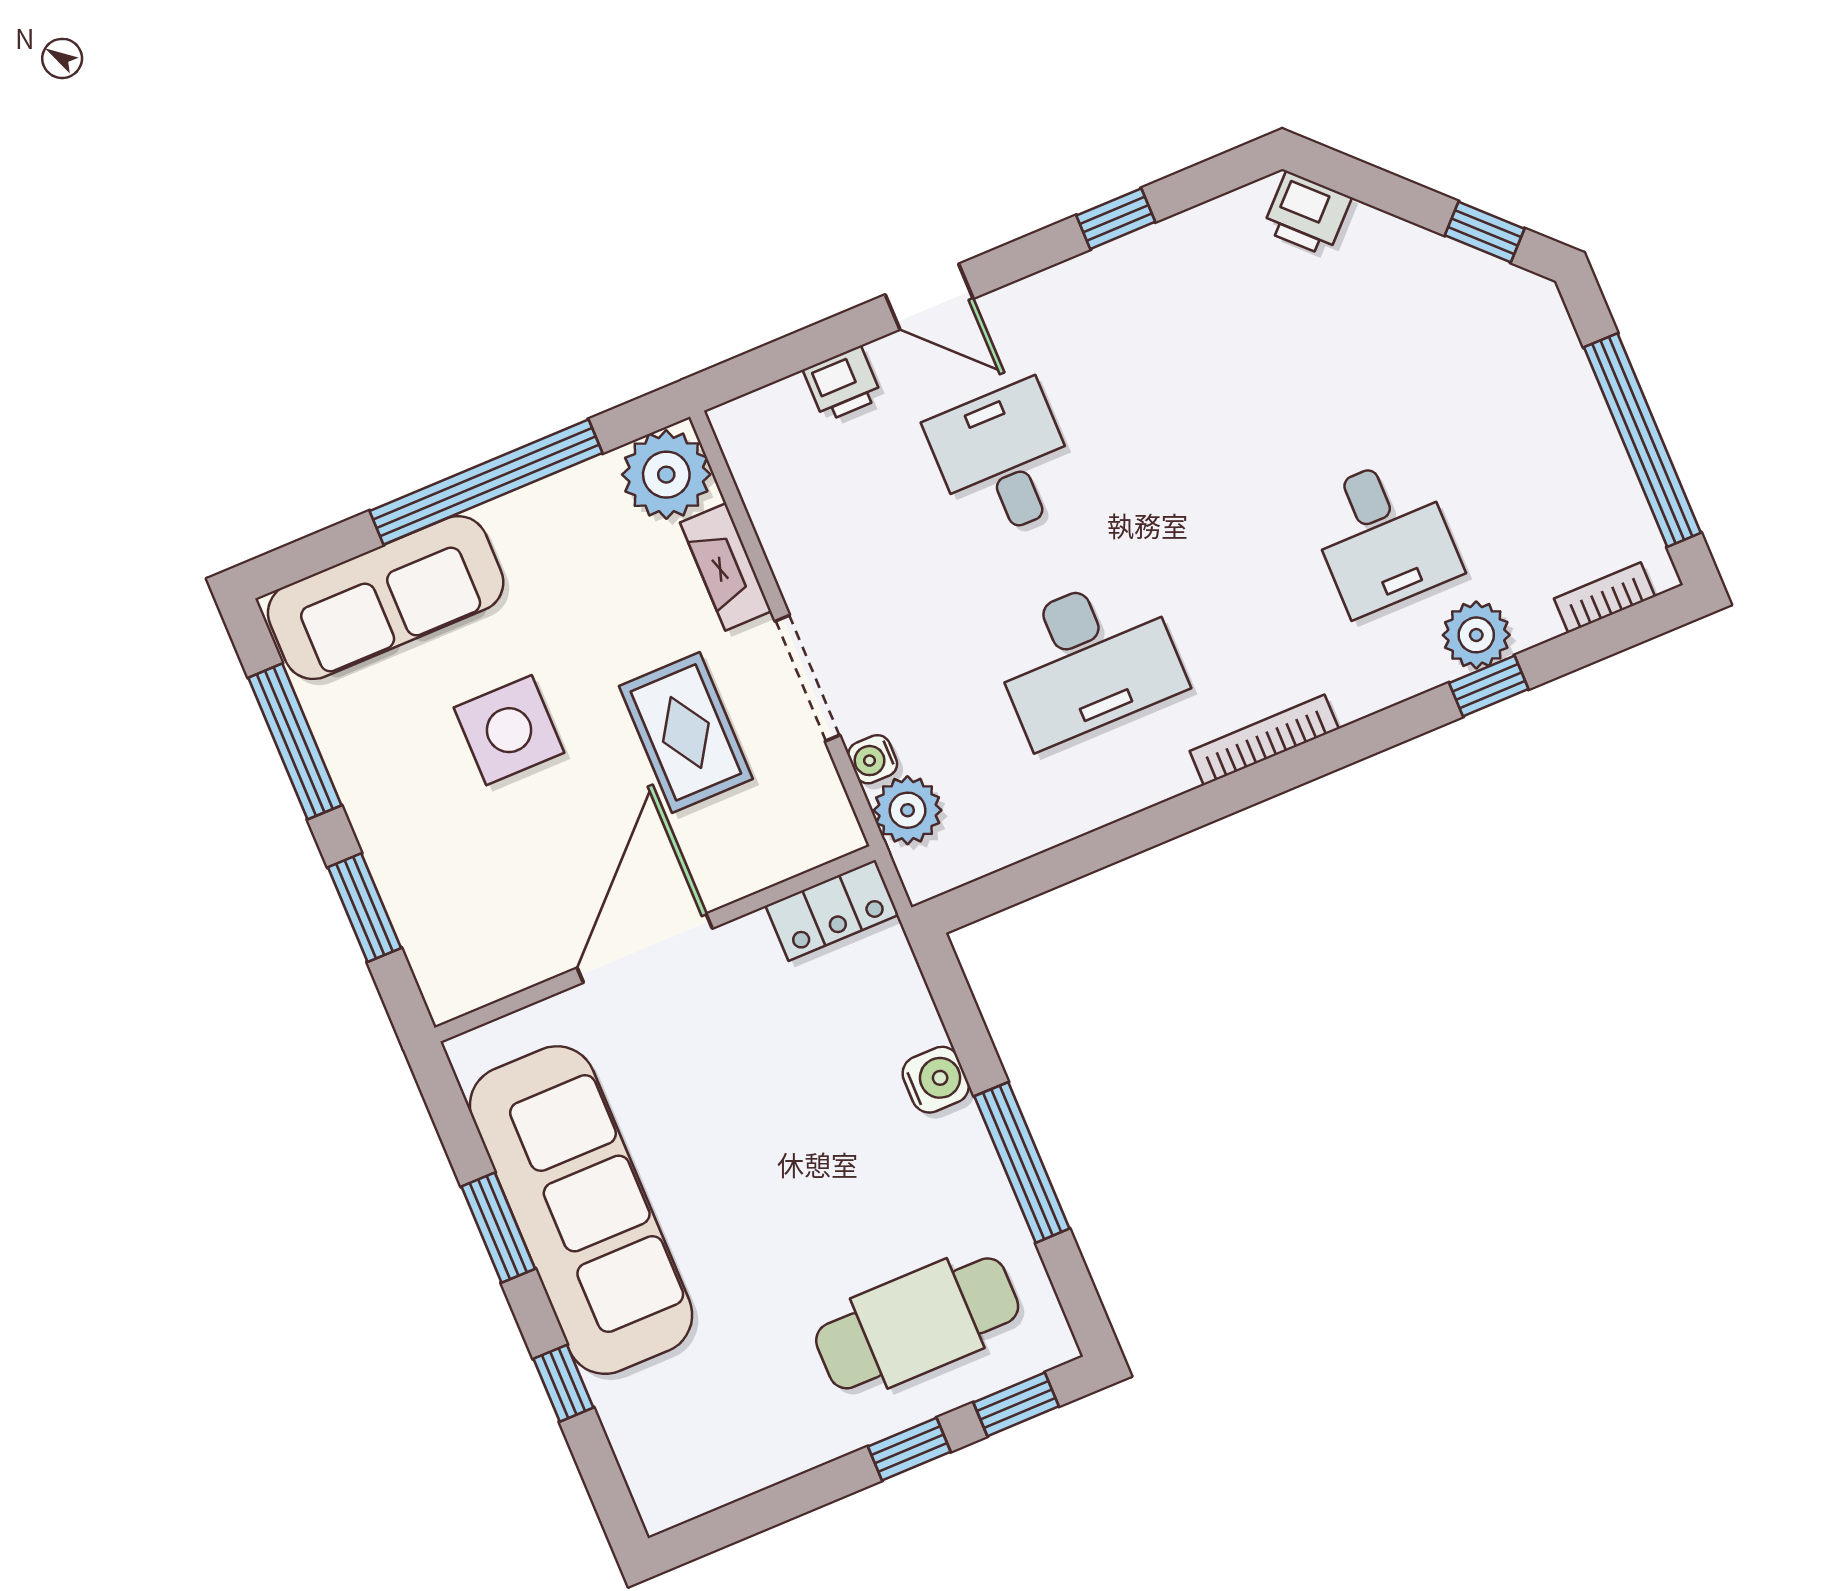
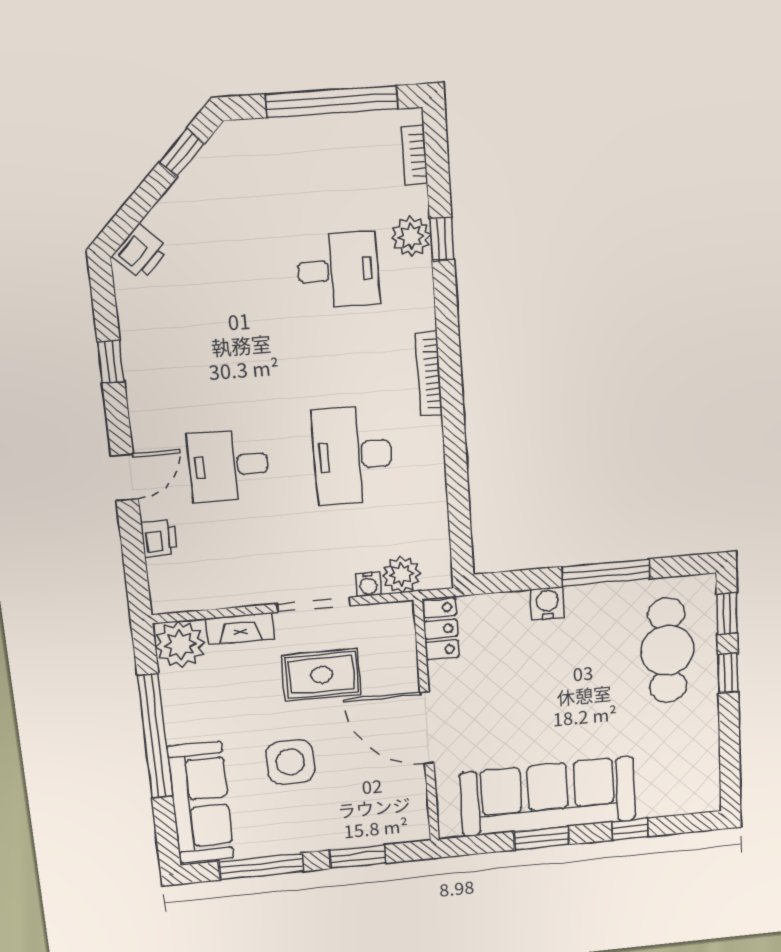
desk: (1087, 659) -> (353, 455), turned 180

